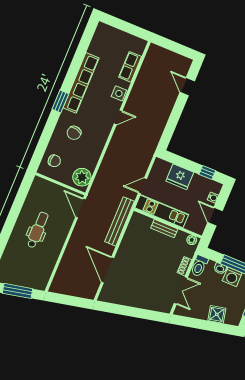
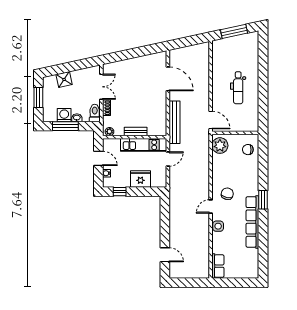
row of seats: (130, 67) -> (218, 266), moved
chair: (74, 133) -> (227, 194), moved
double door: (181, 291) -> (101, 87), swing flipped

